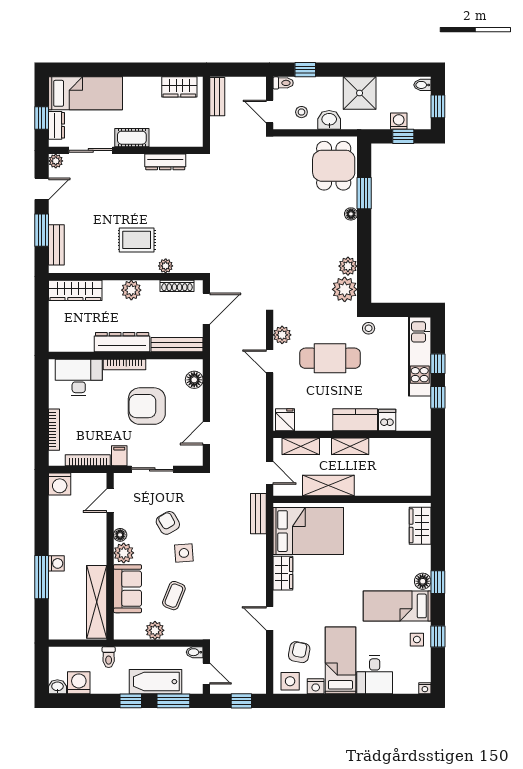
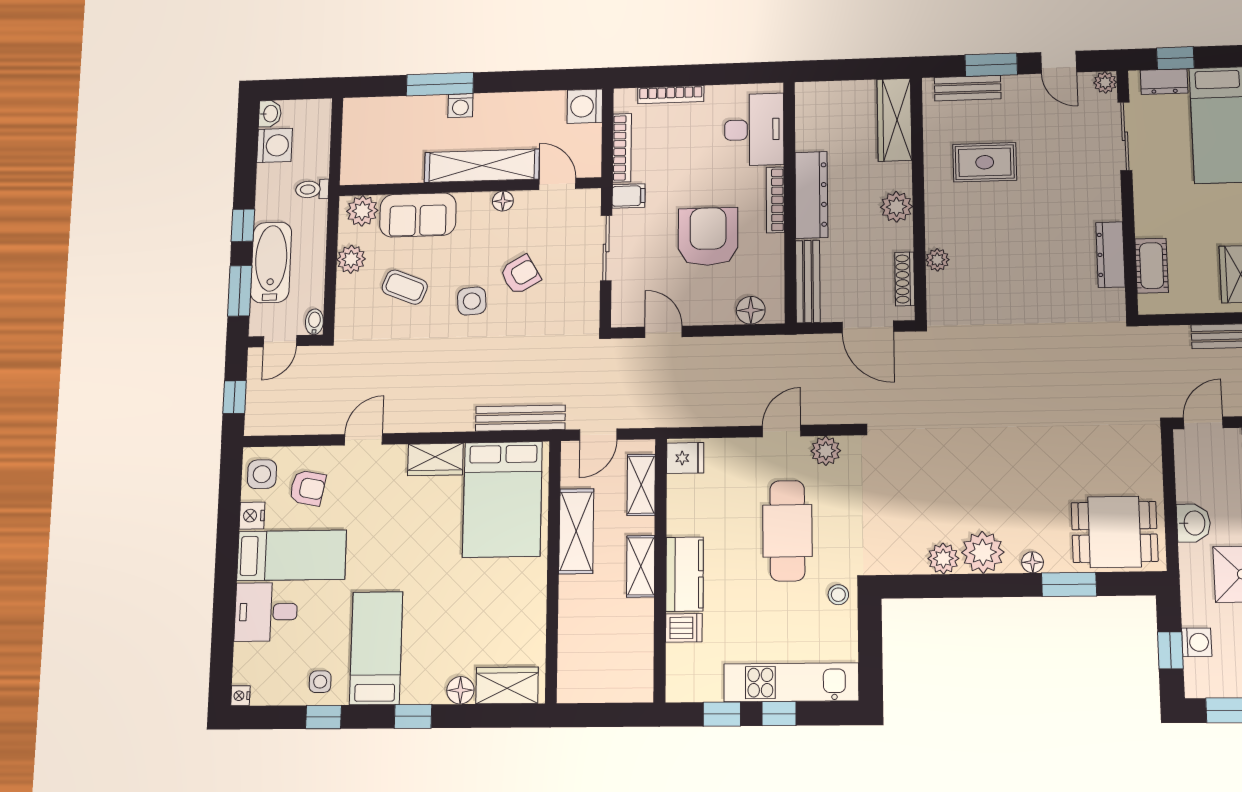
stool: (301, 112) -> (1205, 476), removed
cot: (132, 138) -> (1152, 266), moved
rug: (137, 240) -> (985, 162), moved, turned 90
plant: (345, 289) -> (983, 552), moved
bench: (258, 514) -> (520, 418), width x1.36
plant: (124, 553) -> (362, 211), moved
floor lamp: (423, 581) -> (460, 690), moved
shelving: (97, 602) -> (482, 166), moved

